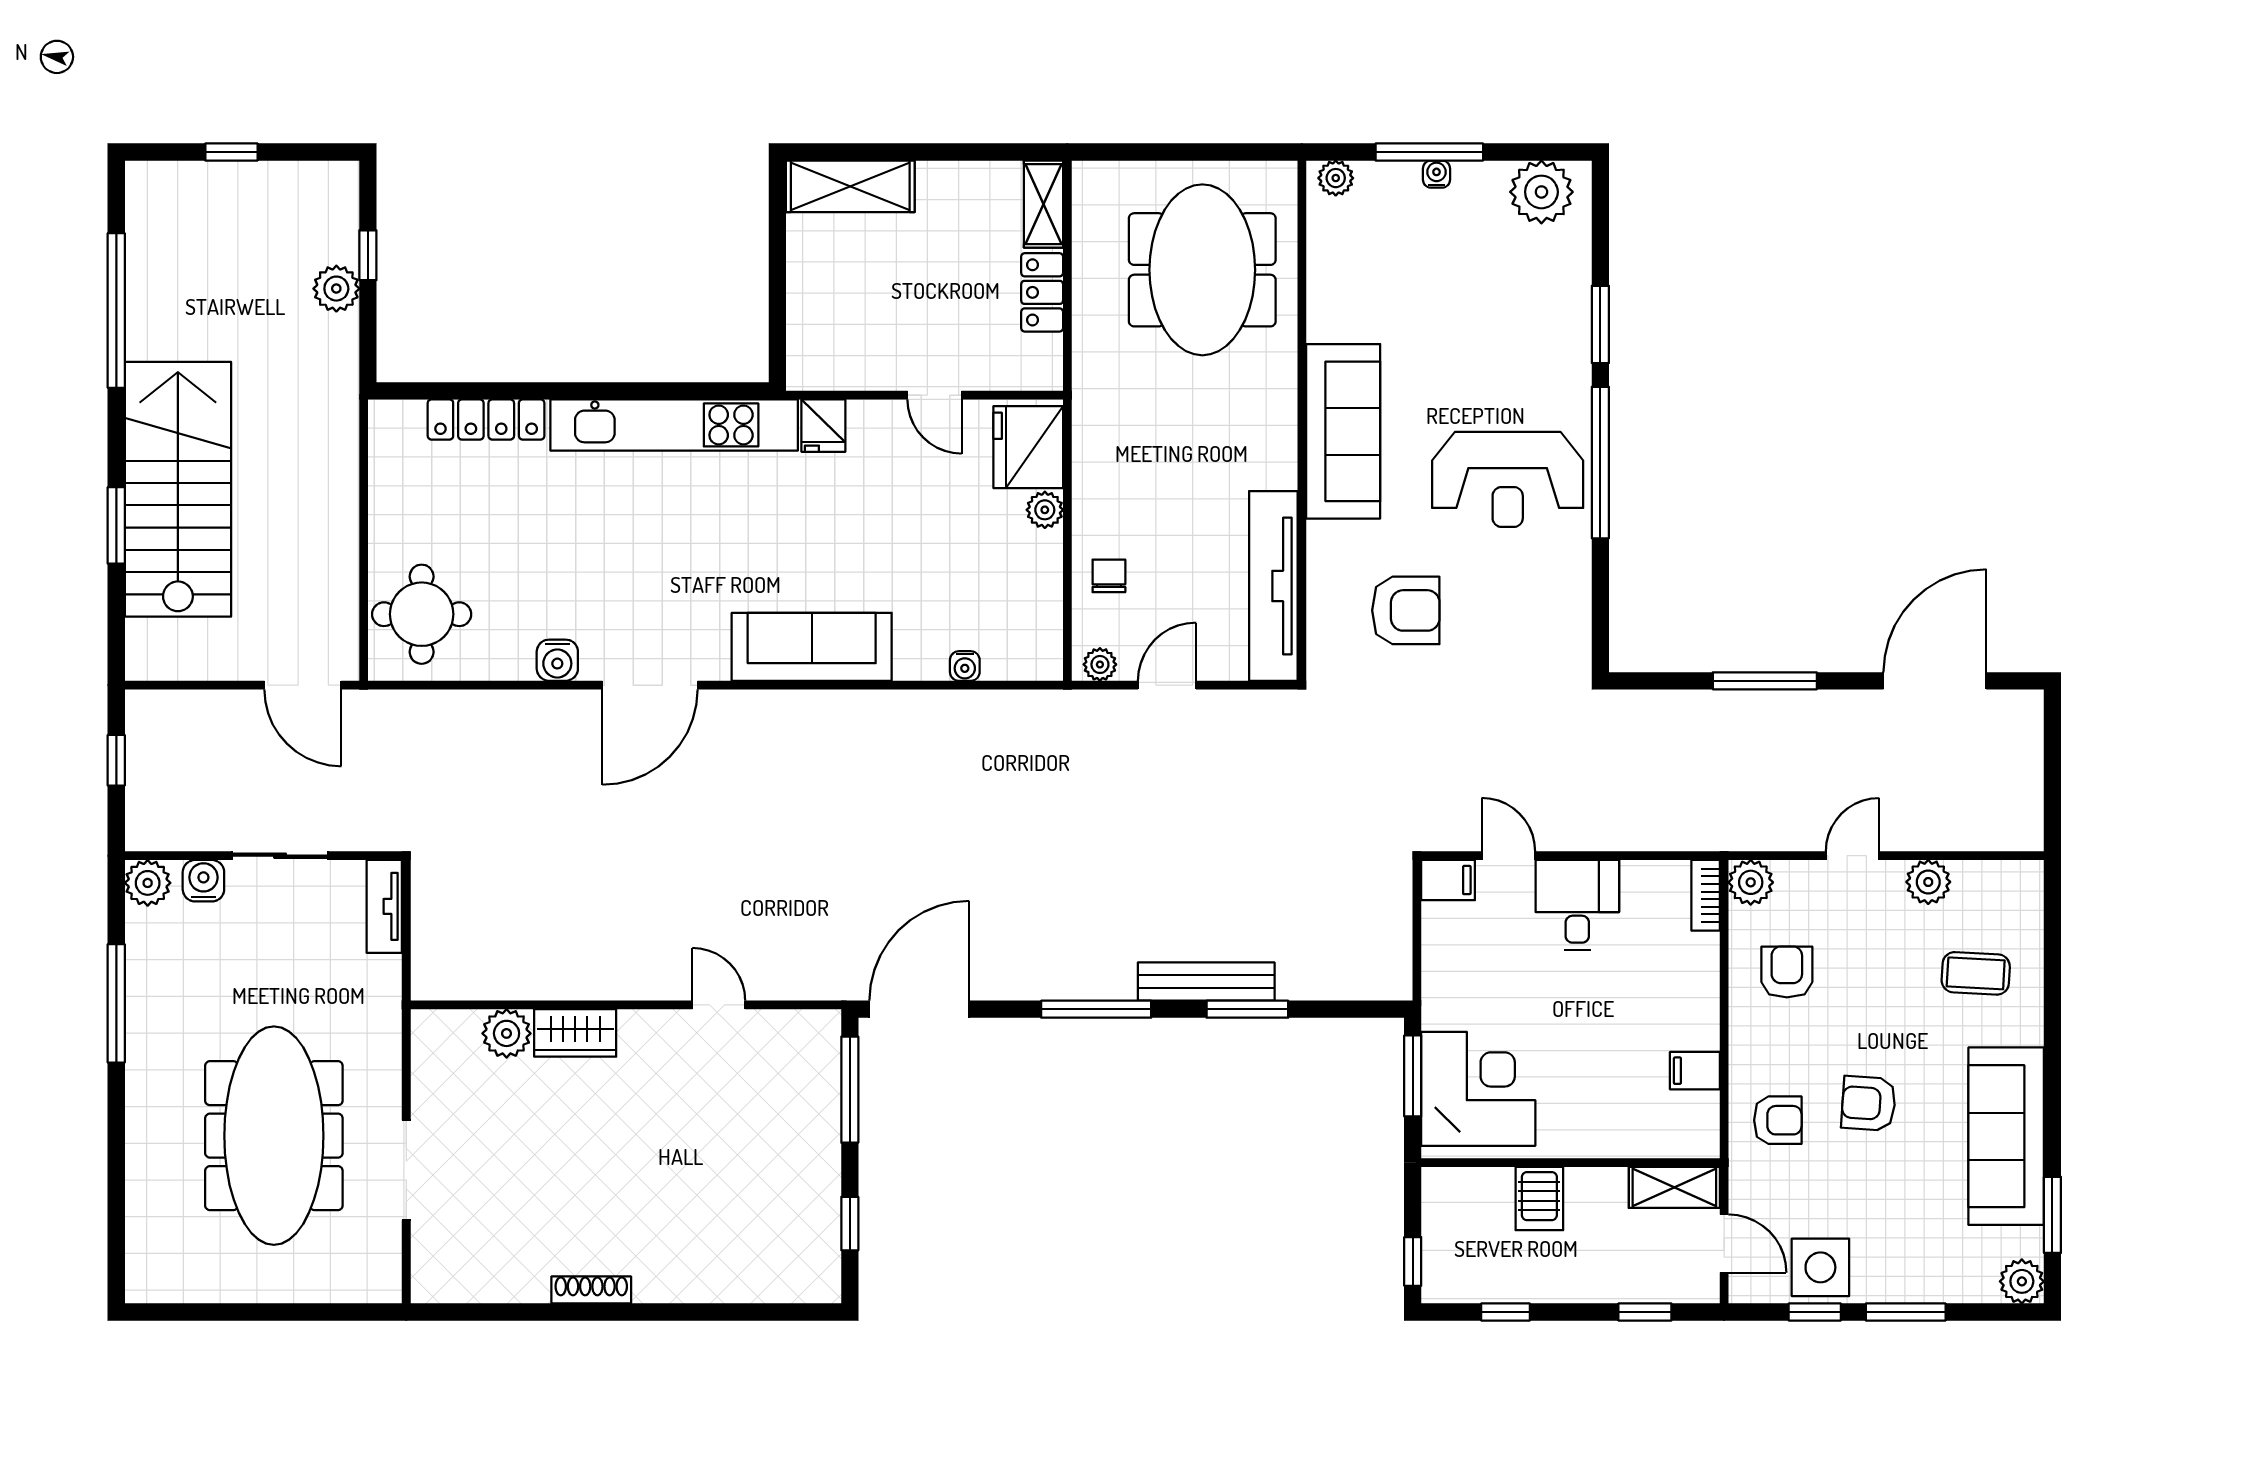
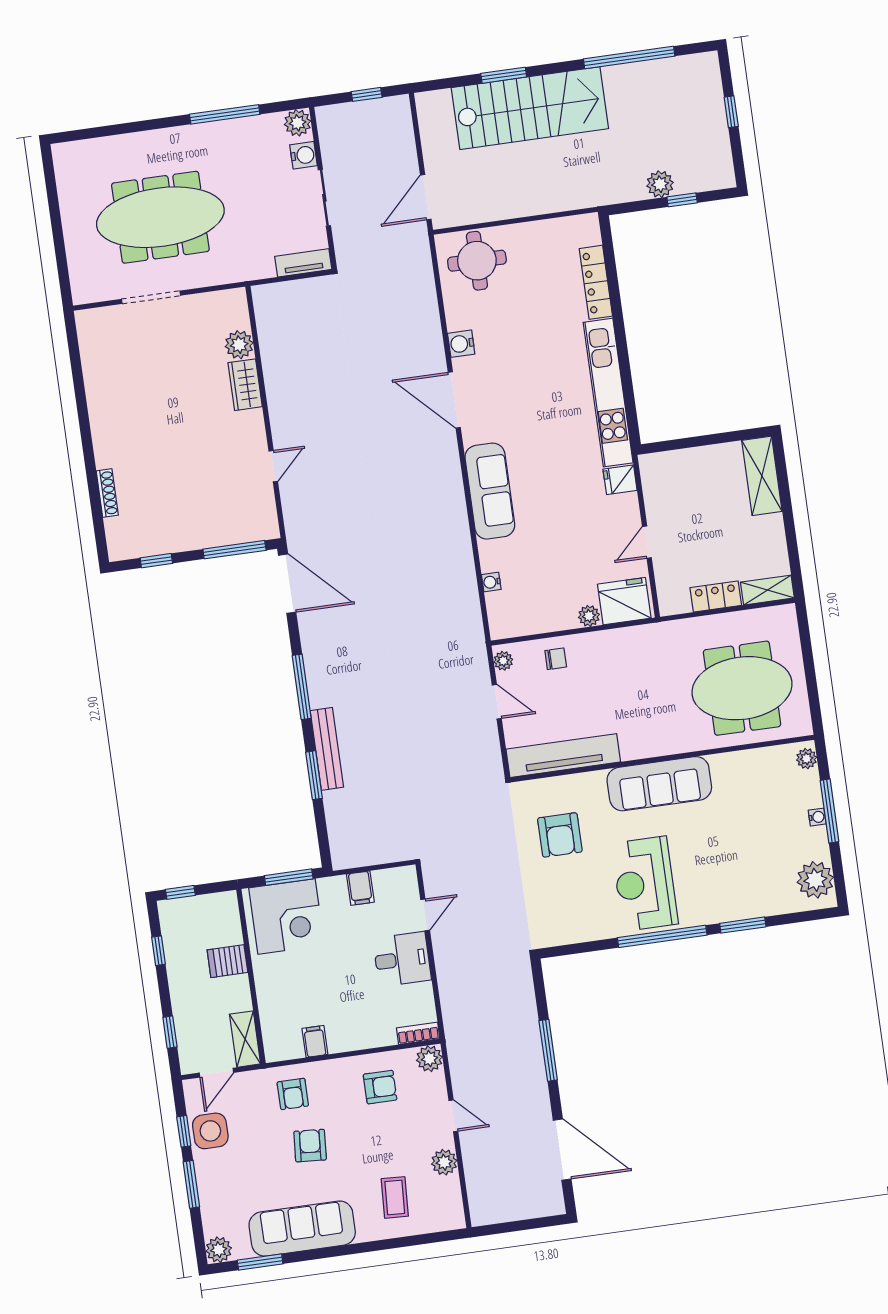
filing cabinet: (1448, 880) -> (360, 888), moved
shoe rack: (591, 1290) -> (107, 493), moved

